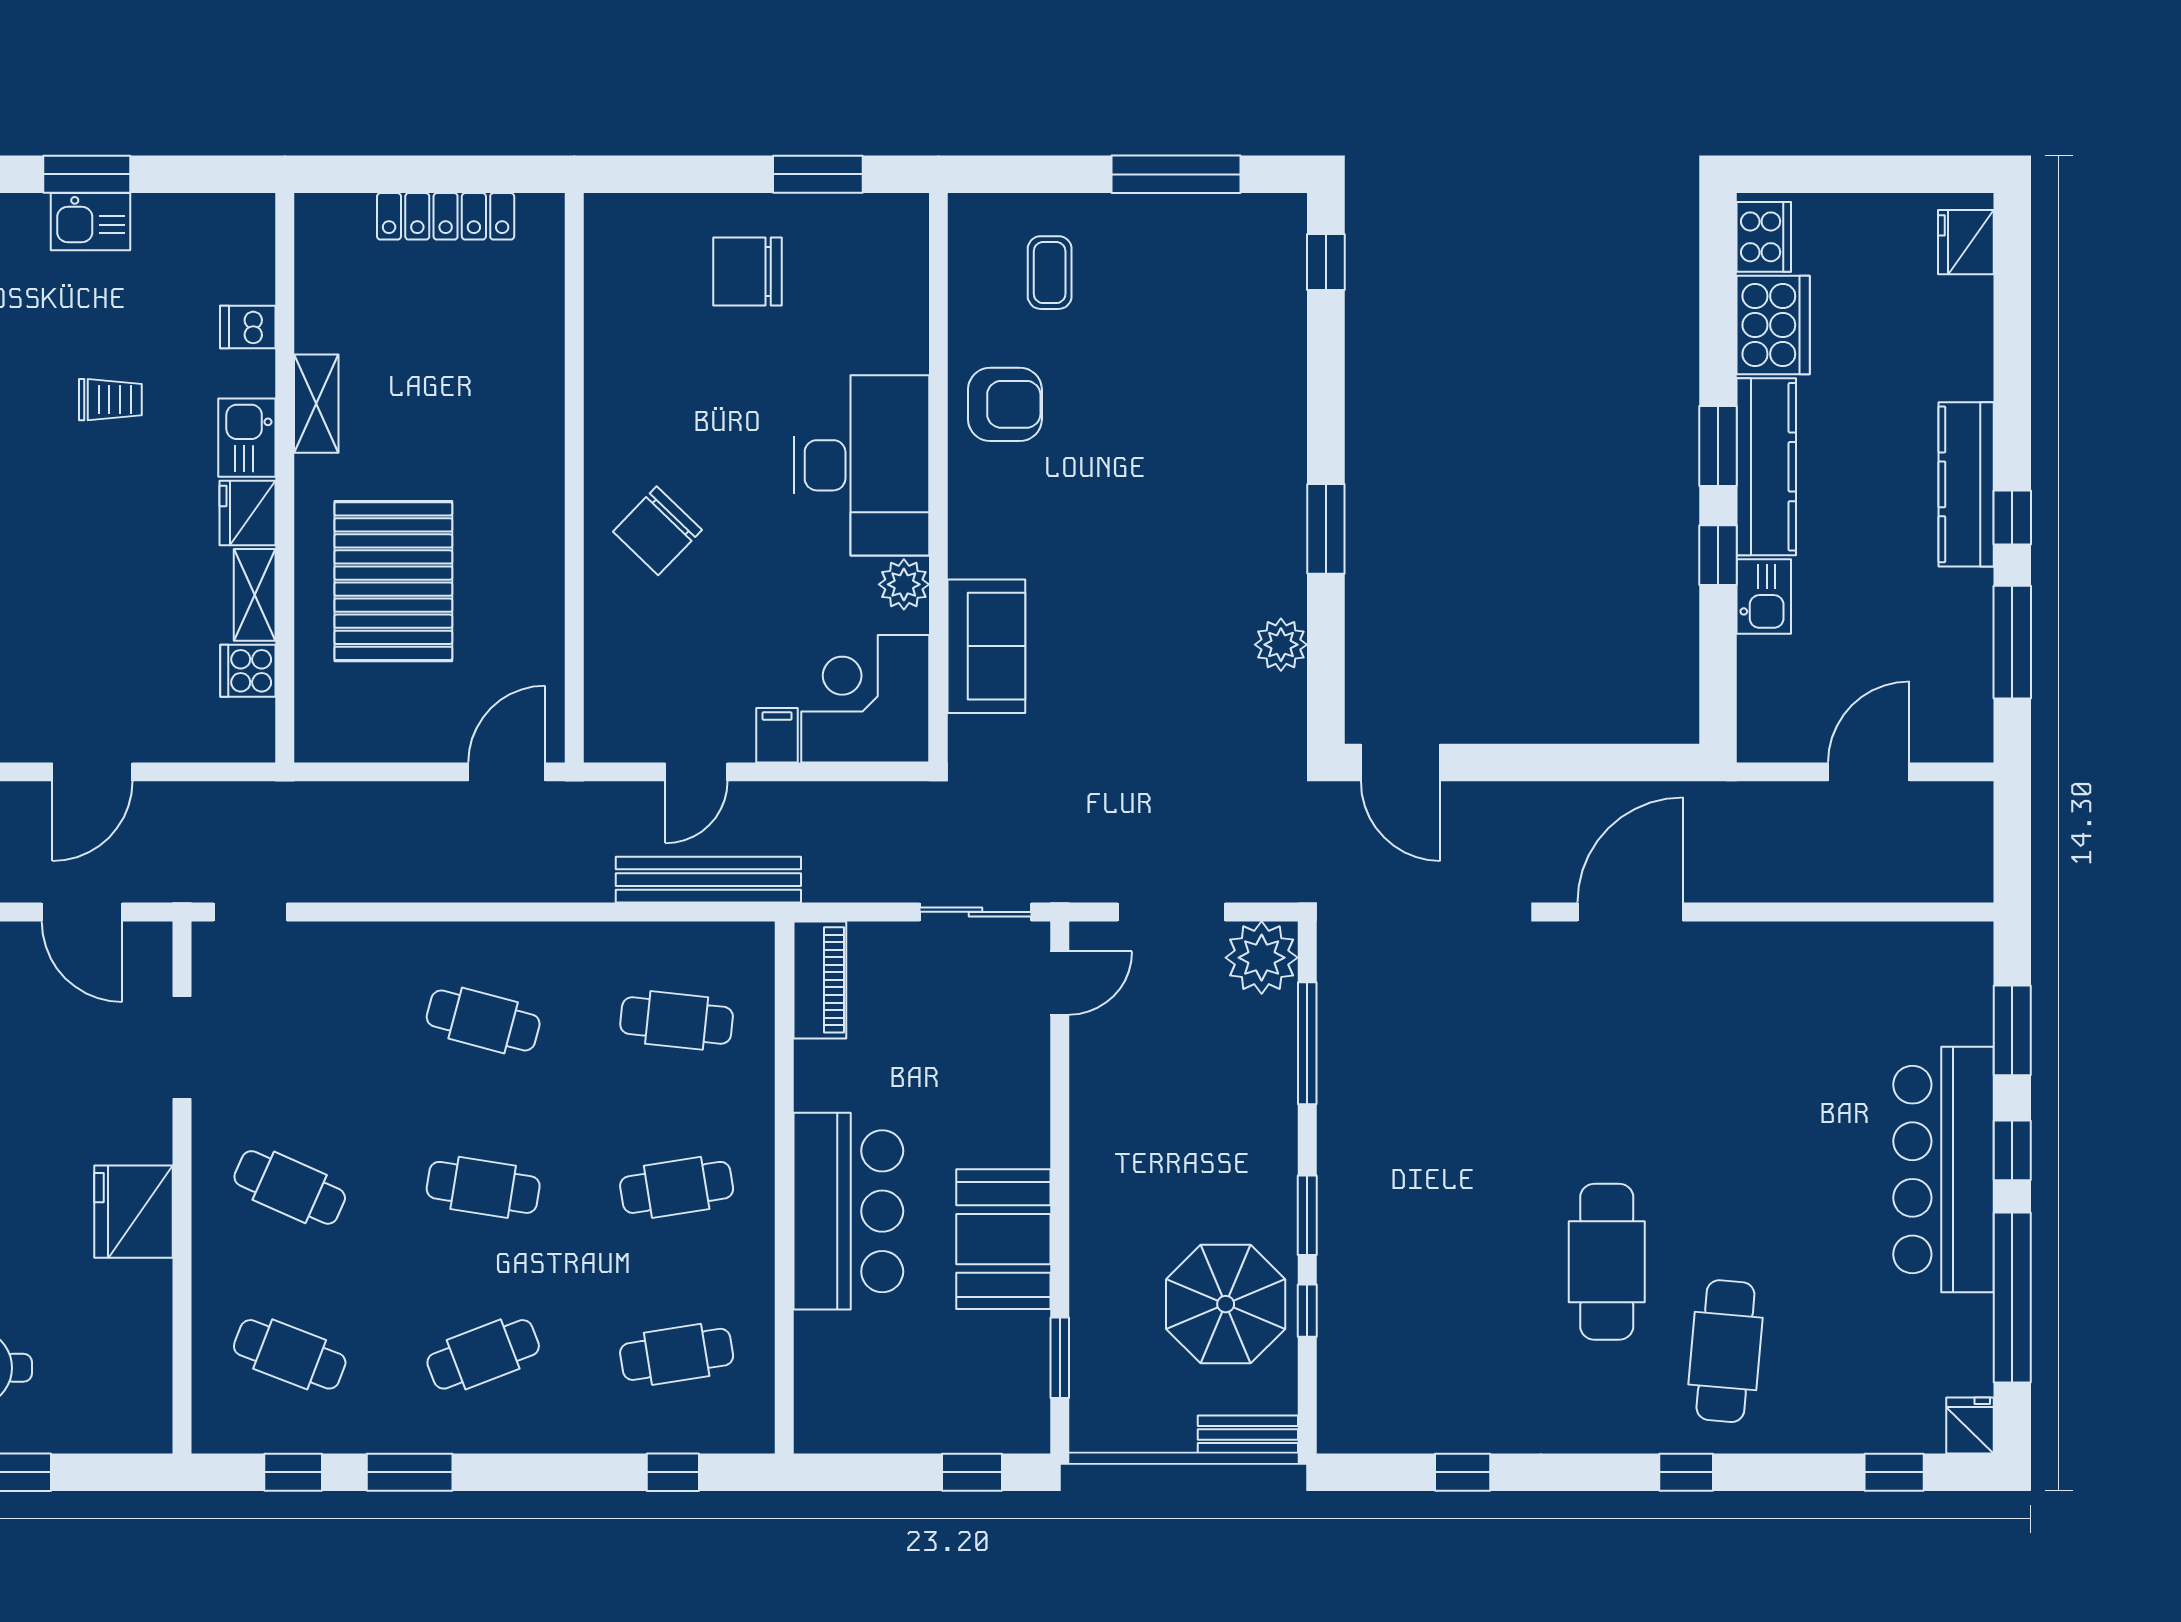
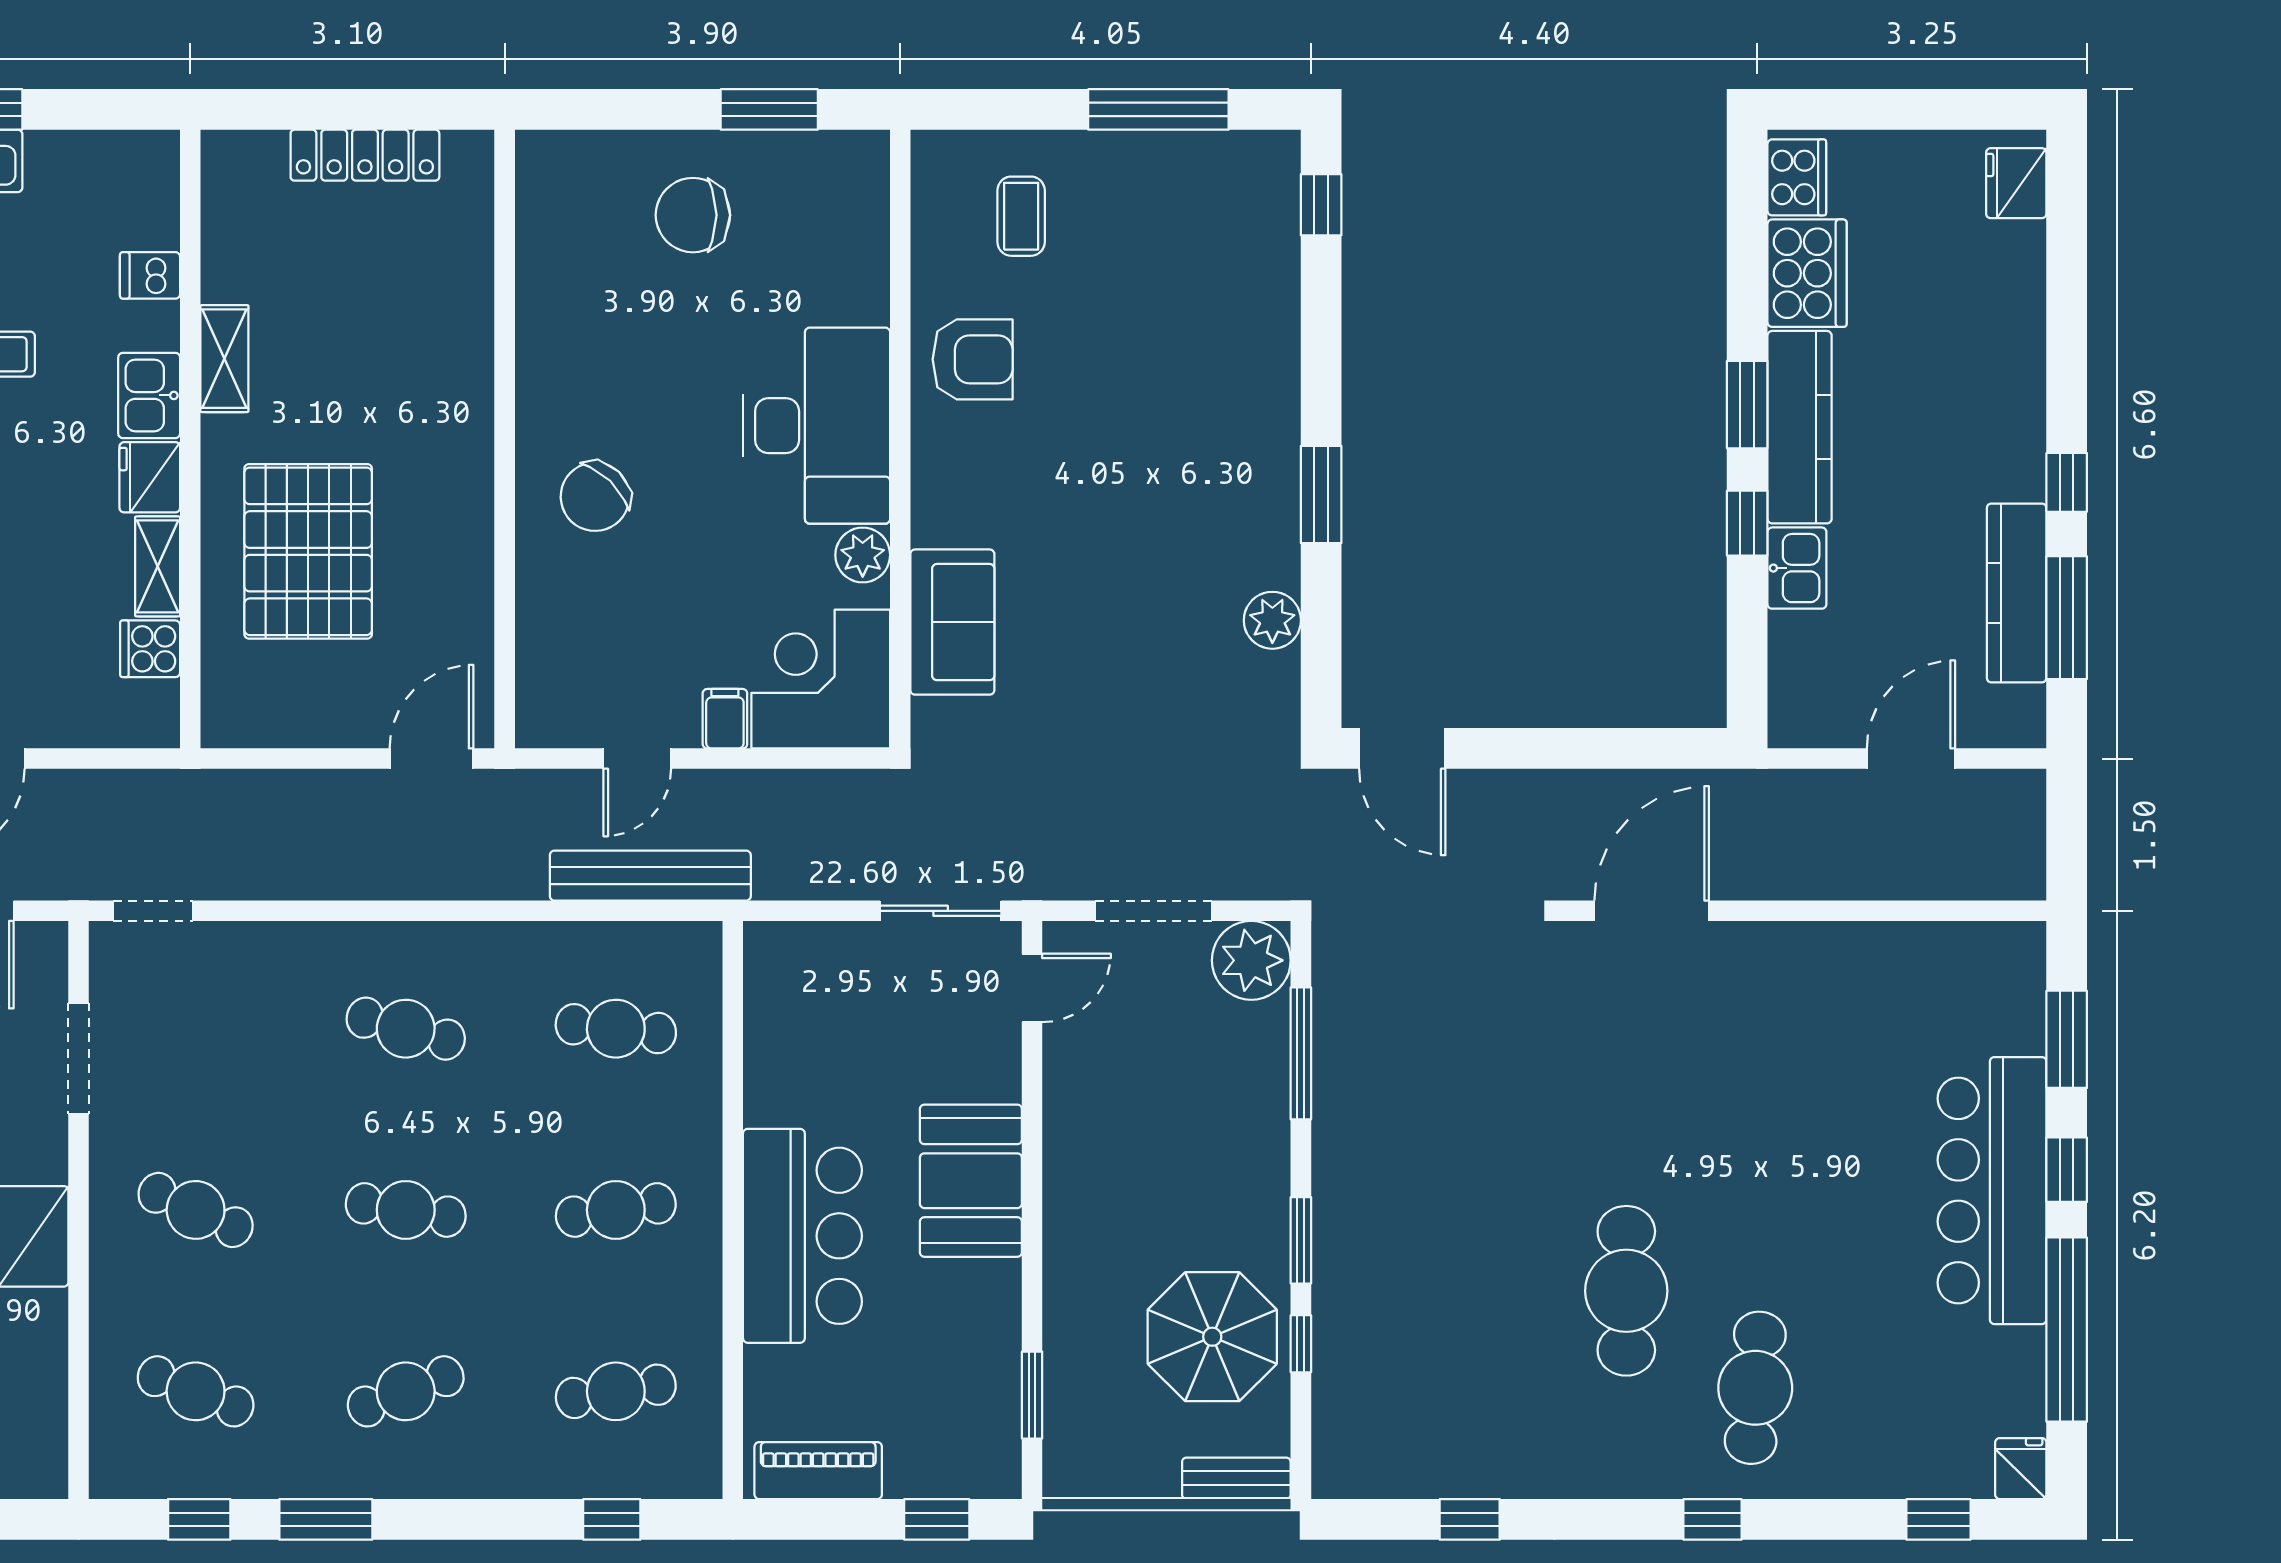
kitchen counter: (1966, 484) -> (2017, 593), moved
piano: (820, 980) -> (818, 1471), moved, turned -90
booth: (1003, 1239) -> (971, 1181), moved

